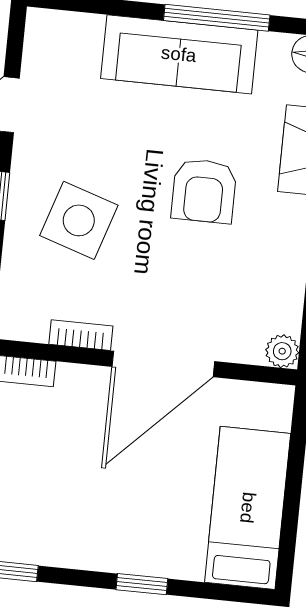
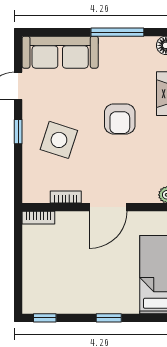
sofa: (179, 54) -> (60, 52), moved
door: (163, 364) -> (108, 207), width x0.73

